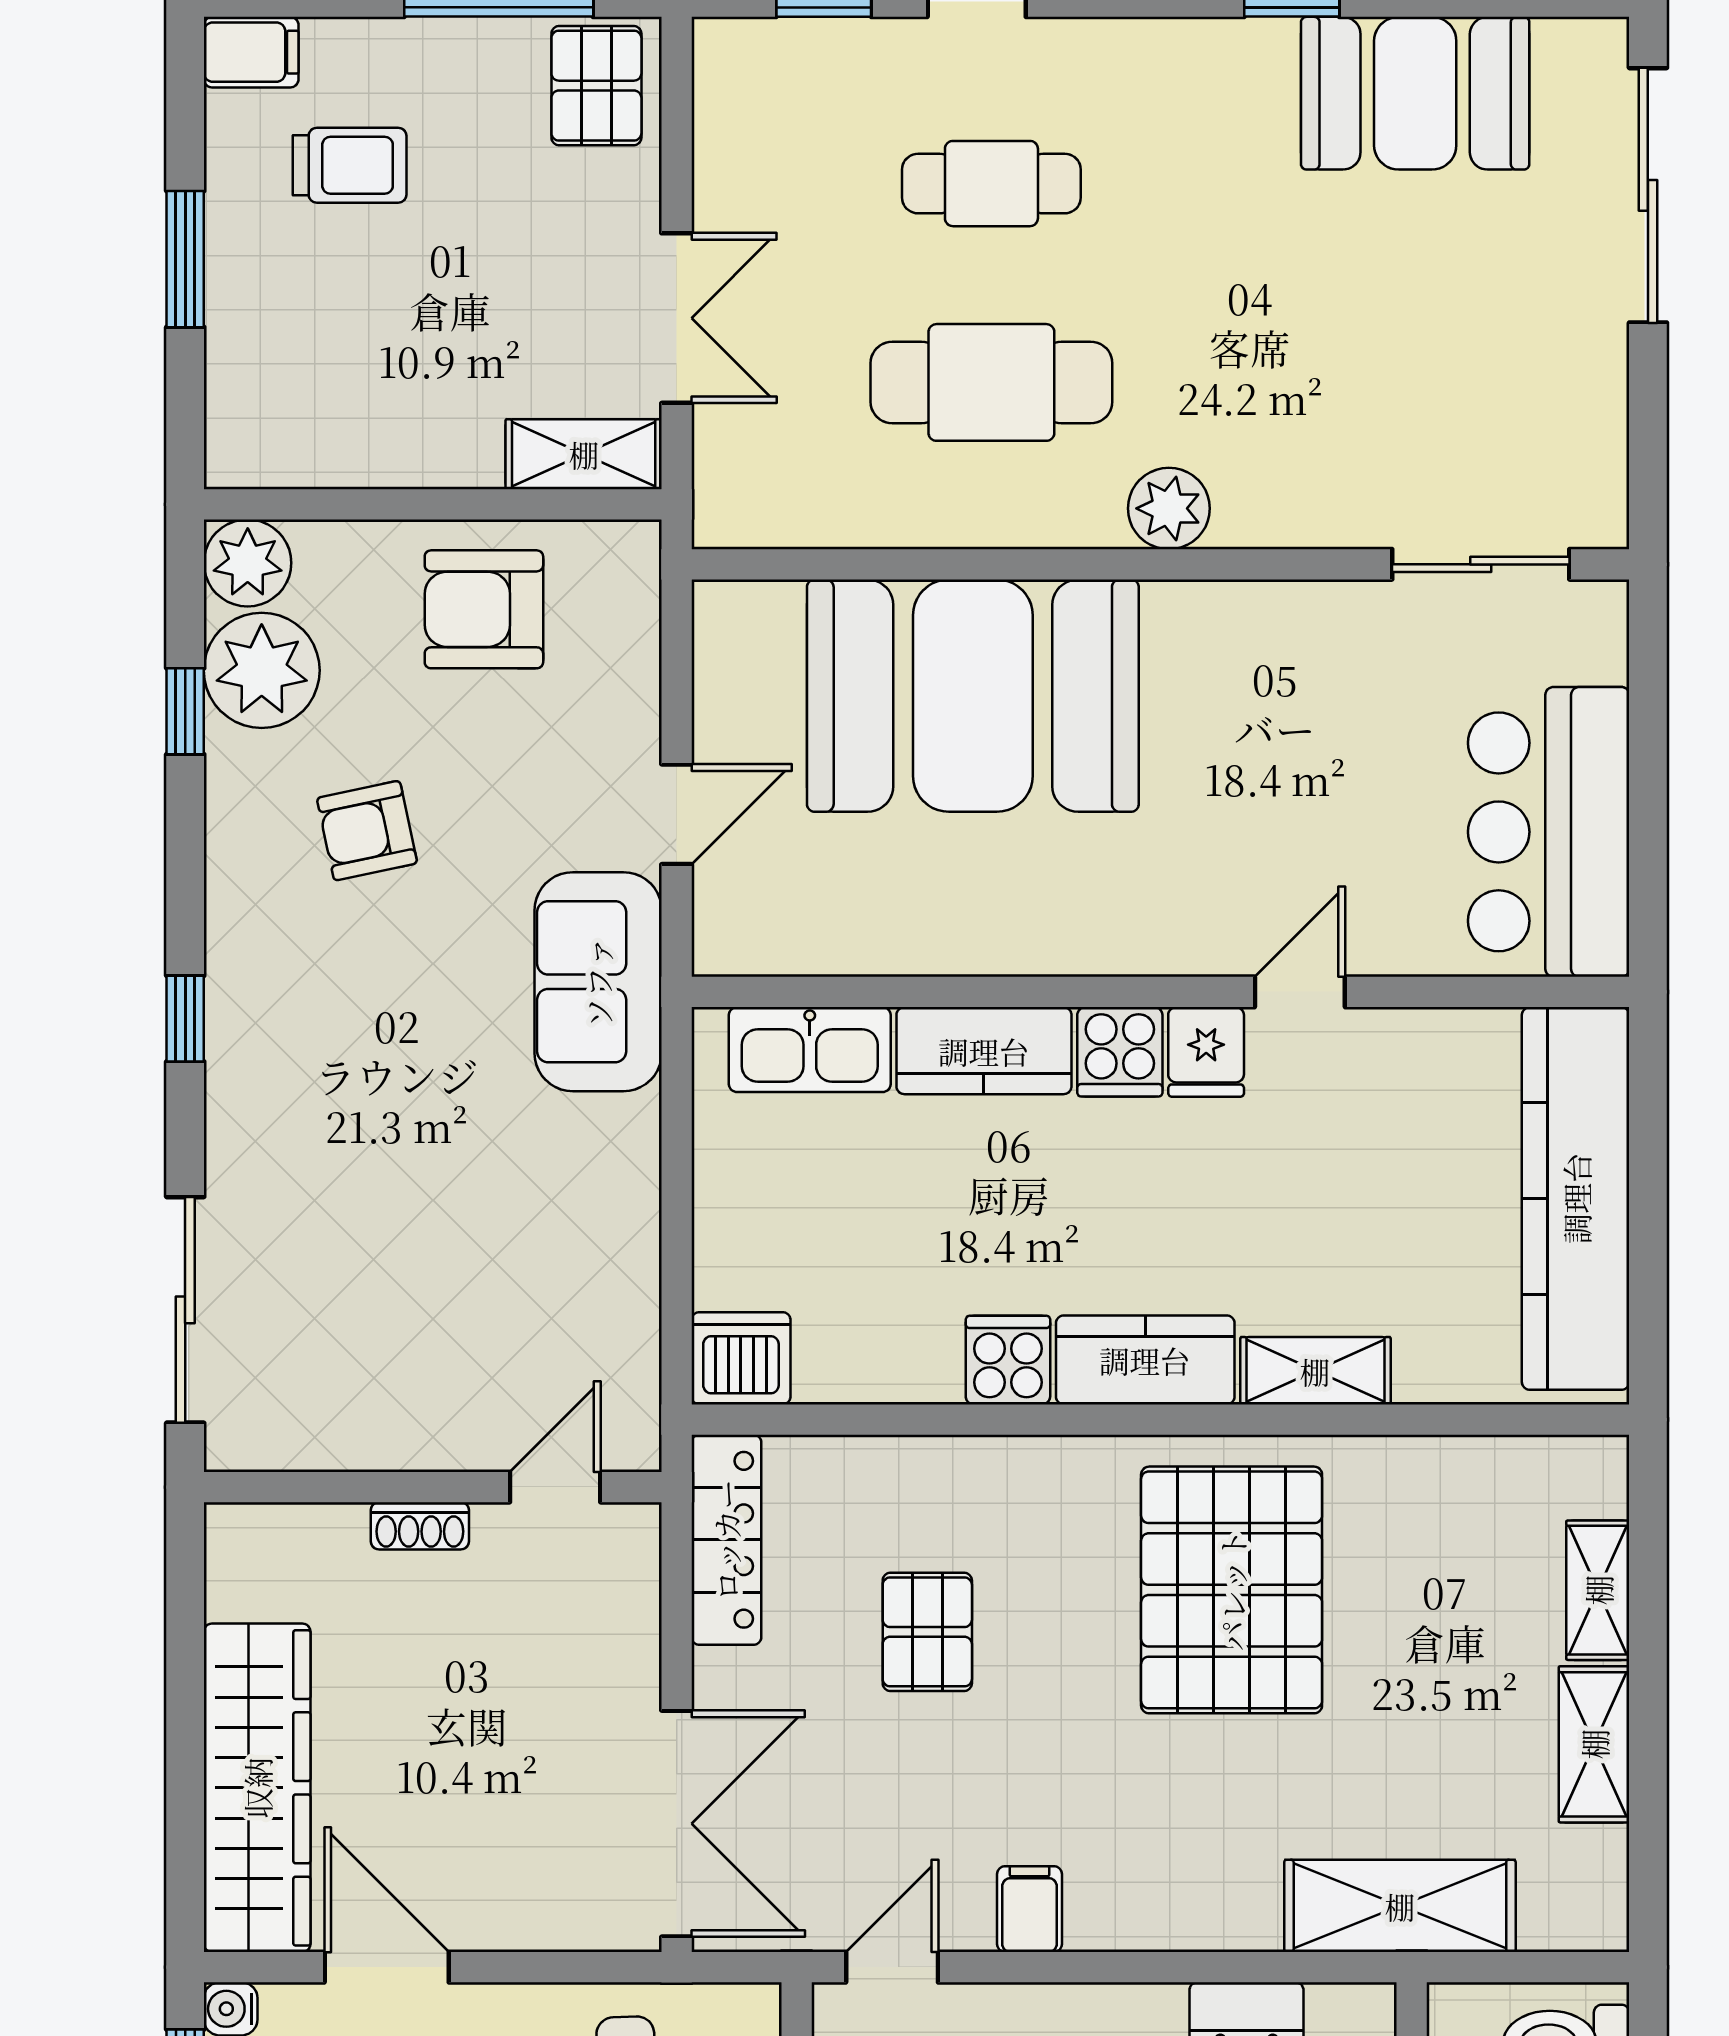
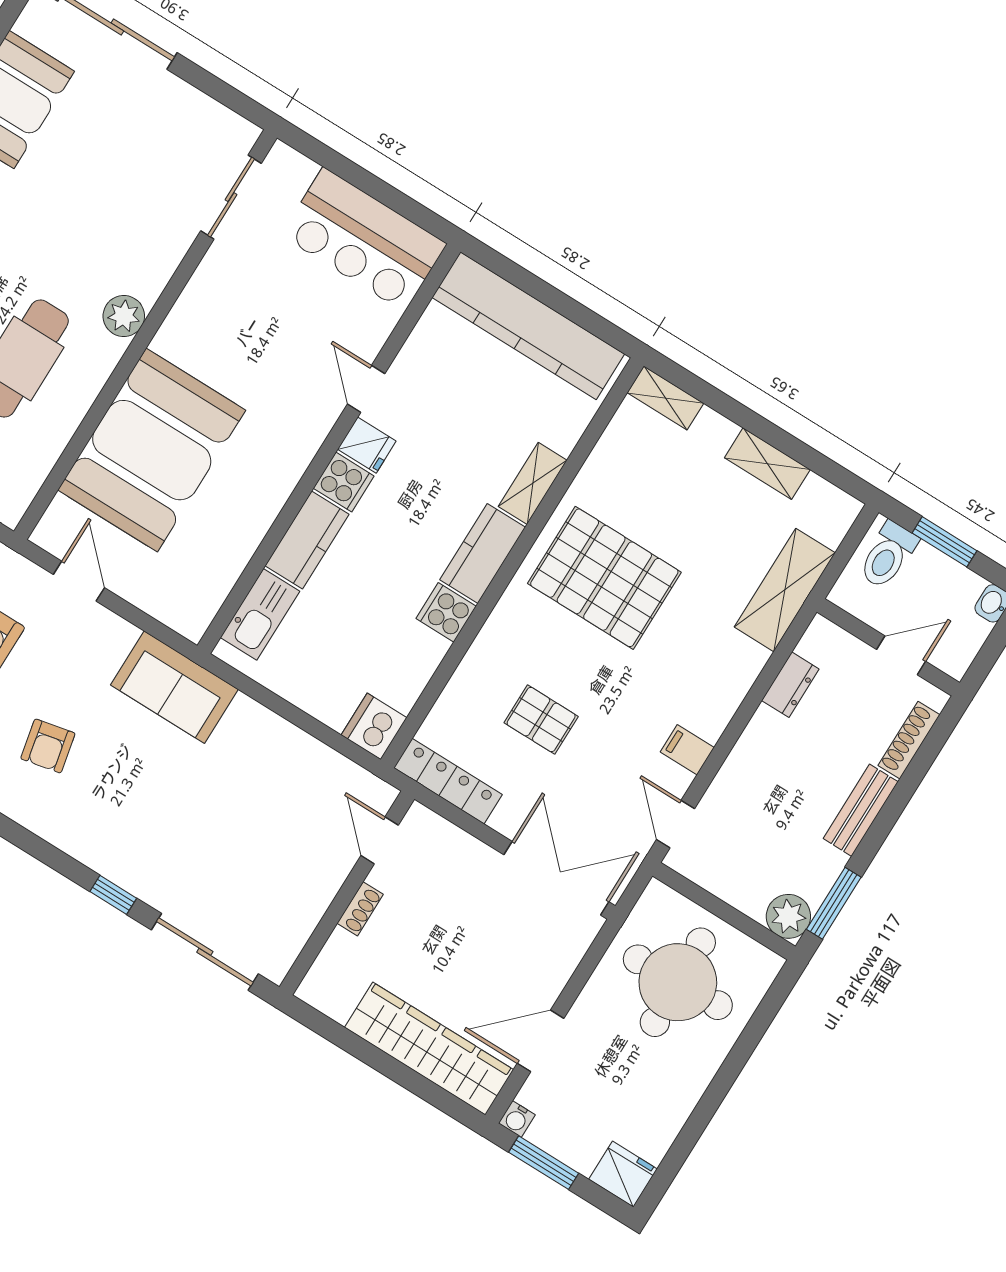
door: (677, 814) -> (79, 581), moved
window: (185, 1019) -> (113, 895), moved
shelving: (1598, 1590) -> (665, 398), moved

